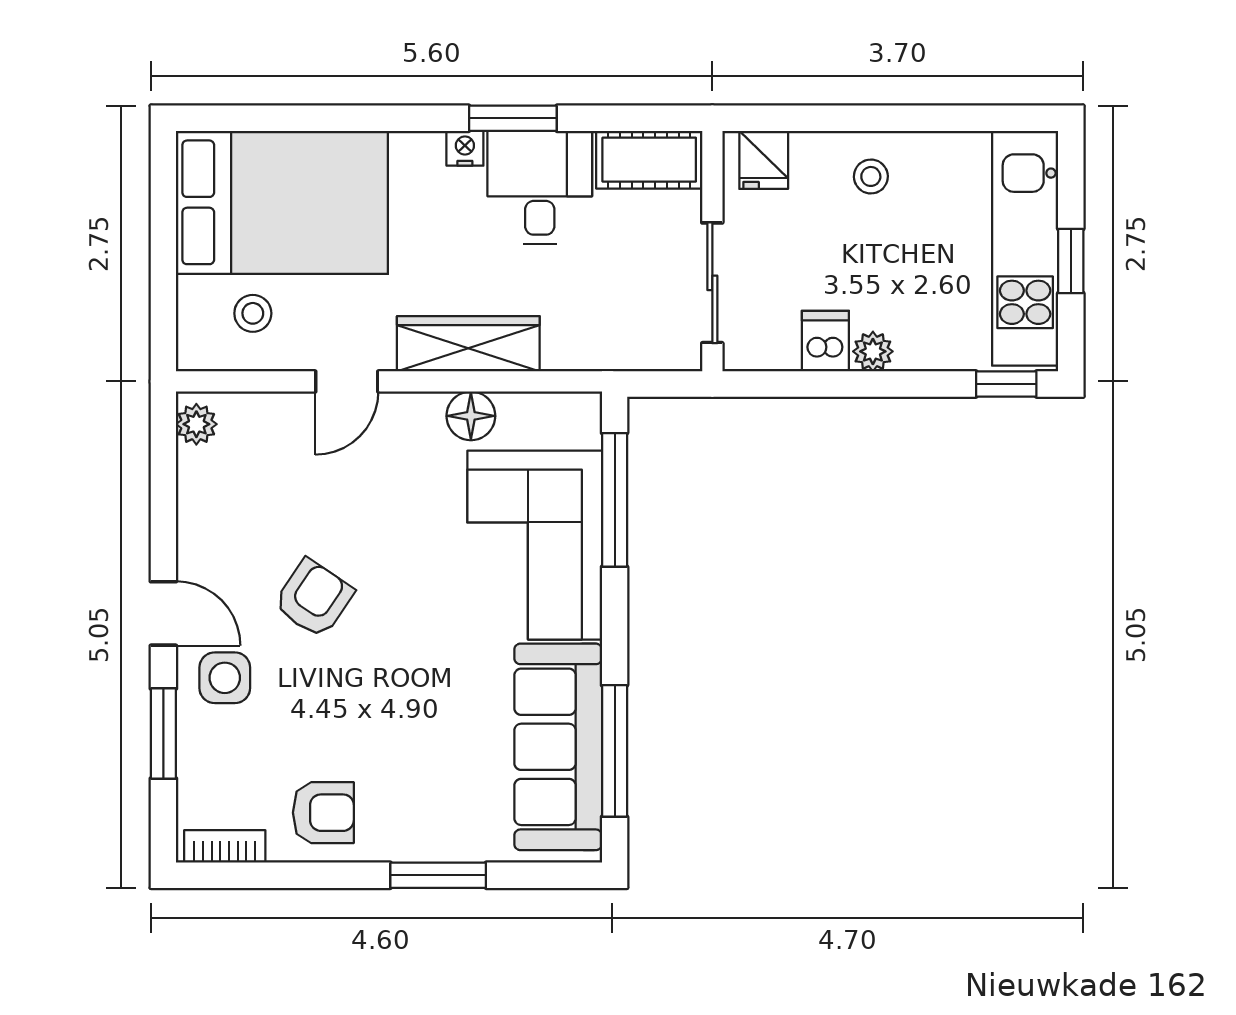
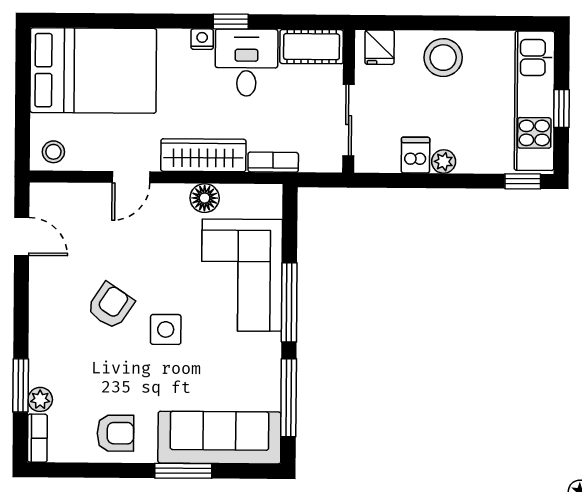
window: (513, 118) -> (231, 21), width x0.67
stool: (871, 176) -> (443, 58), width x1.89, depth x1.89
stool: (253, 313) -> (53, 152), moved
bookcase: (586, 355) -> (273, 162), added
plant: (196, 424) -> (40, 399), moved
window: (615, 500) -> (289, 302), moved
door: (163, 613) -> (22, 236), moved
side table: (225, 678) -> (166, 329), moved
sofa: (558, 747) -> (219, 438), moved, turned 90
bookcase: (225, 846) -> (37, 438), moved, turned 90

